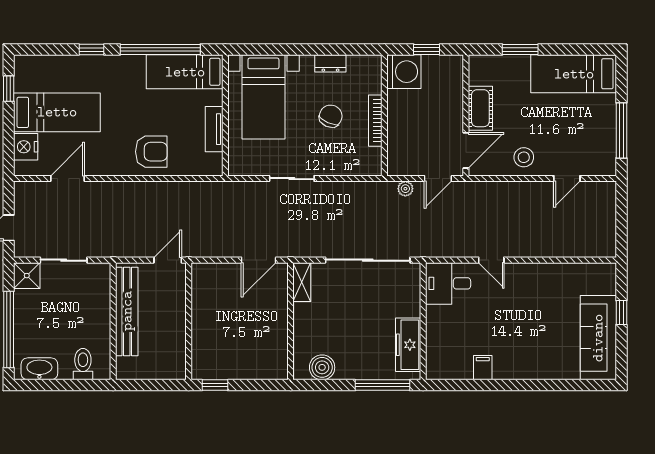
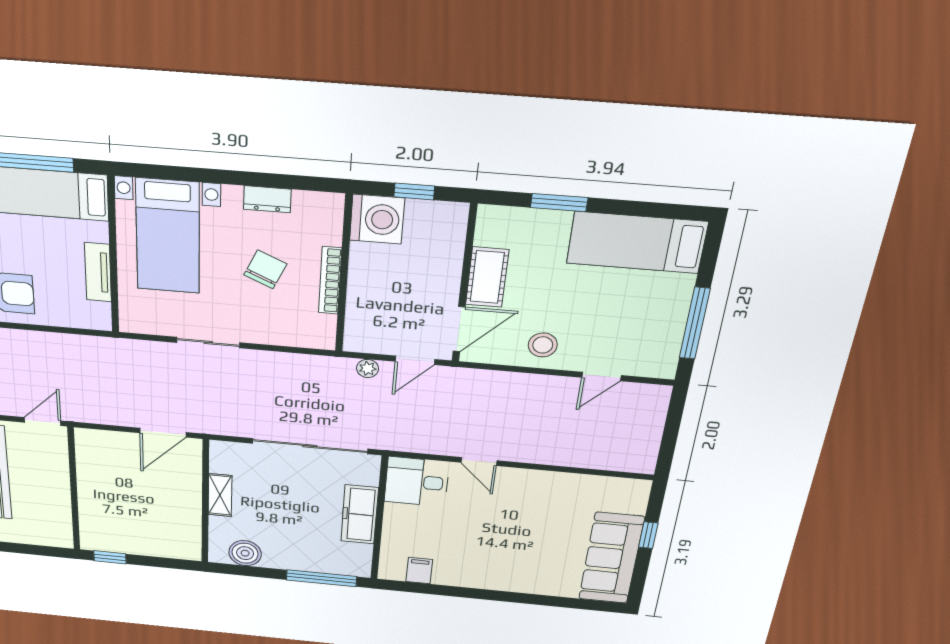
shelving: (302, 282) -> (220, 495), moved
freezer: (408, 345) -> (360, 514), moved
filing cabinet: (483, 368) -> (419, 571), moved

